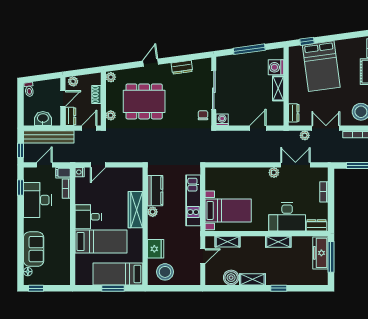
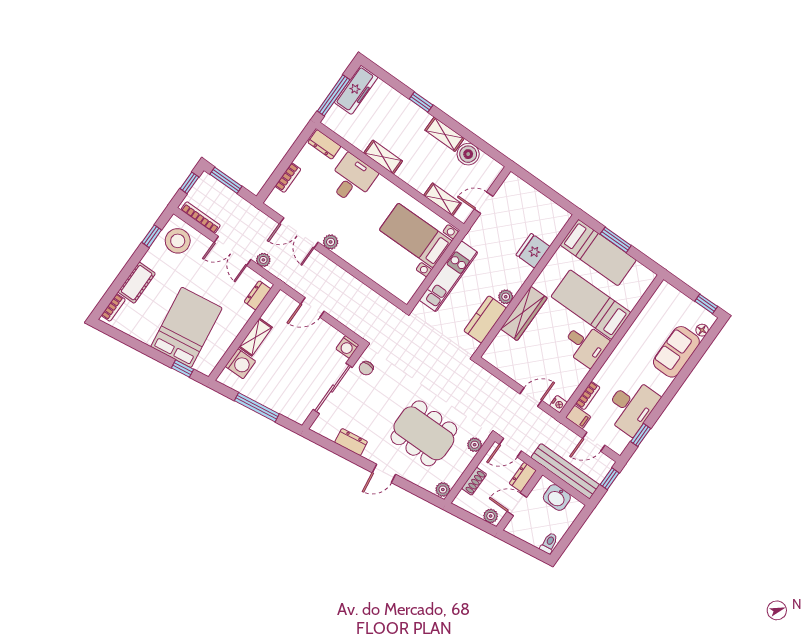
desk: (287, 217) -> (352, 179), width x0.73
freezer: (320, 253) -> (356, 90), moved
stool: (165, 272) -> (541, 216), removed

